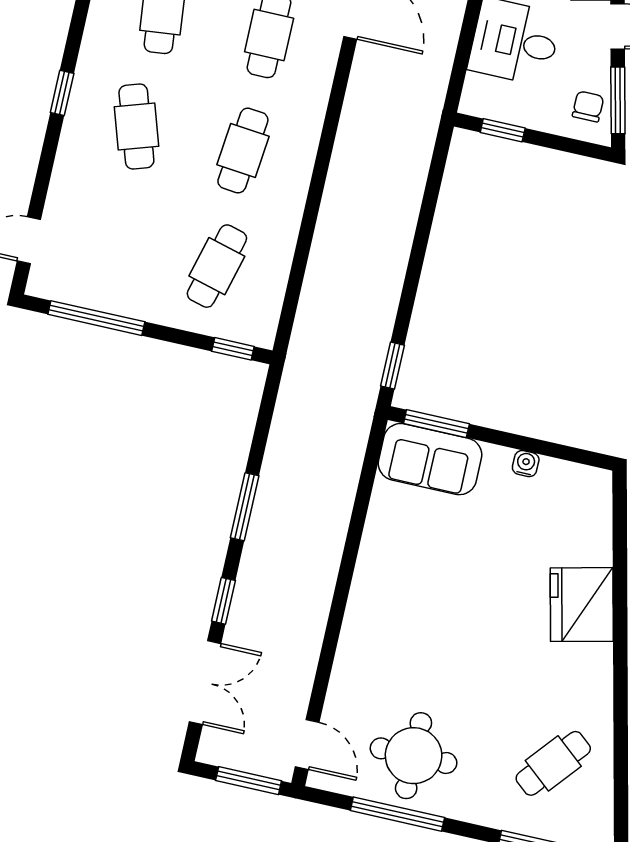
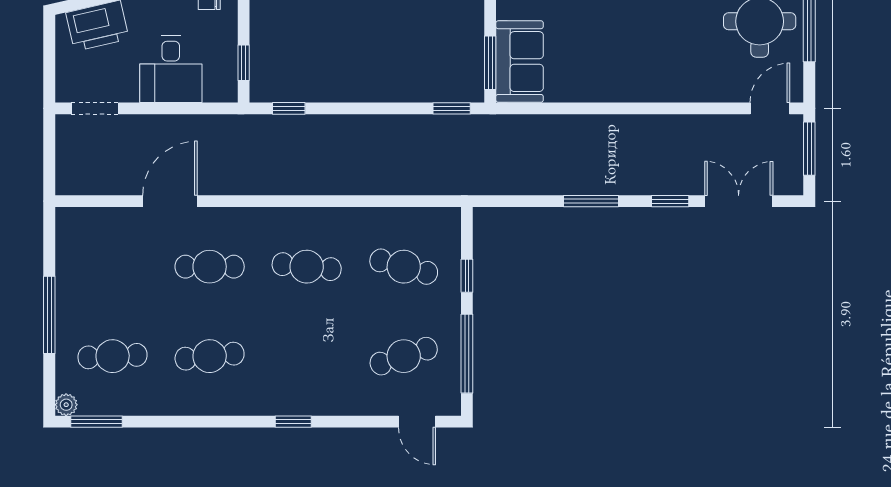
cafe table: (136, 127) -> (404, 356), moved
window: (436, 172) -> (289, 108), added
window: (233, 349) -> (467, 276), moved

